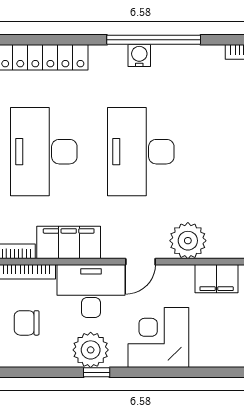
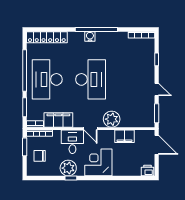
desk: (141, 152) -> (91, 79), turned 180
door: (140, 262) -> (90, 129), hinge flipped
desk: (91, 291) -> (72, 142), width x0.73

